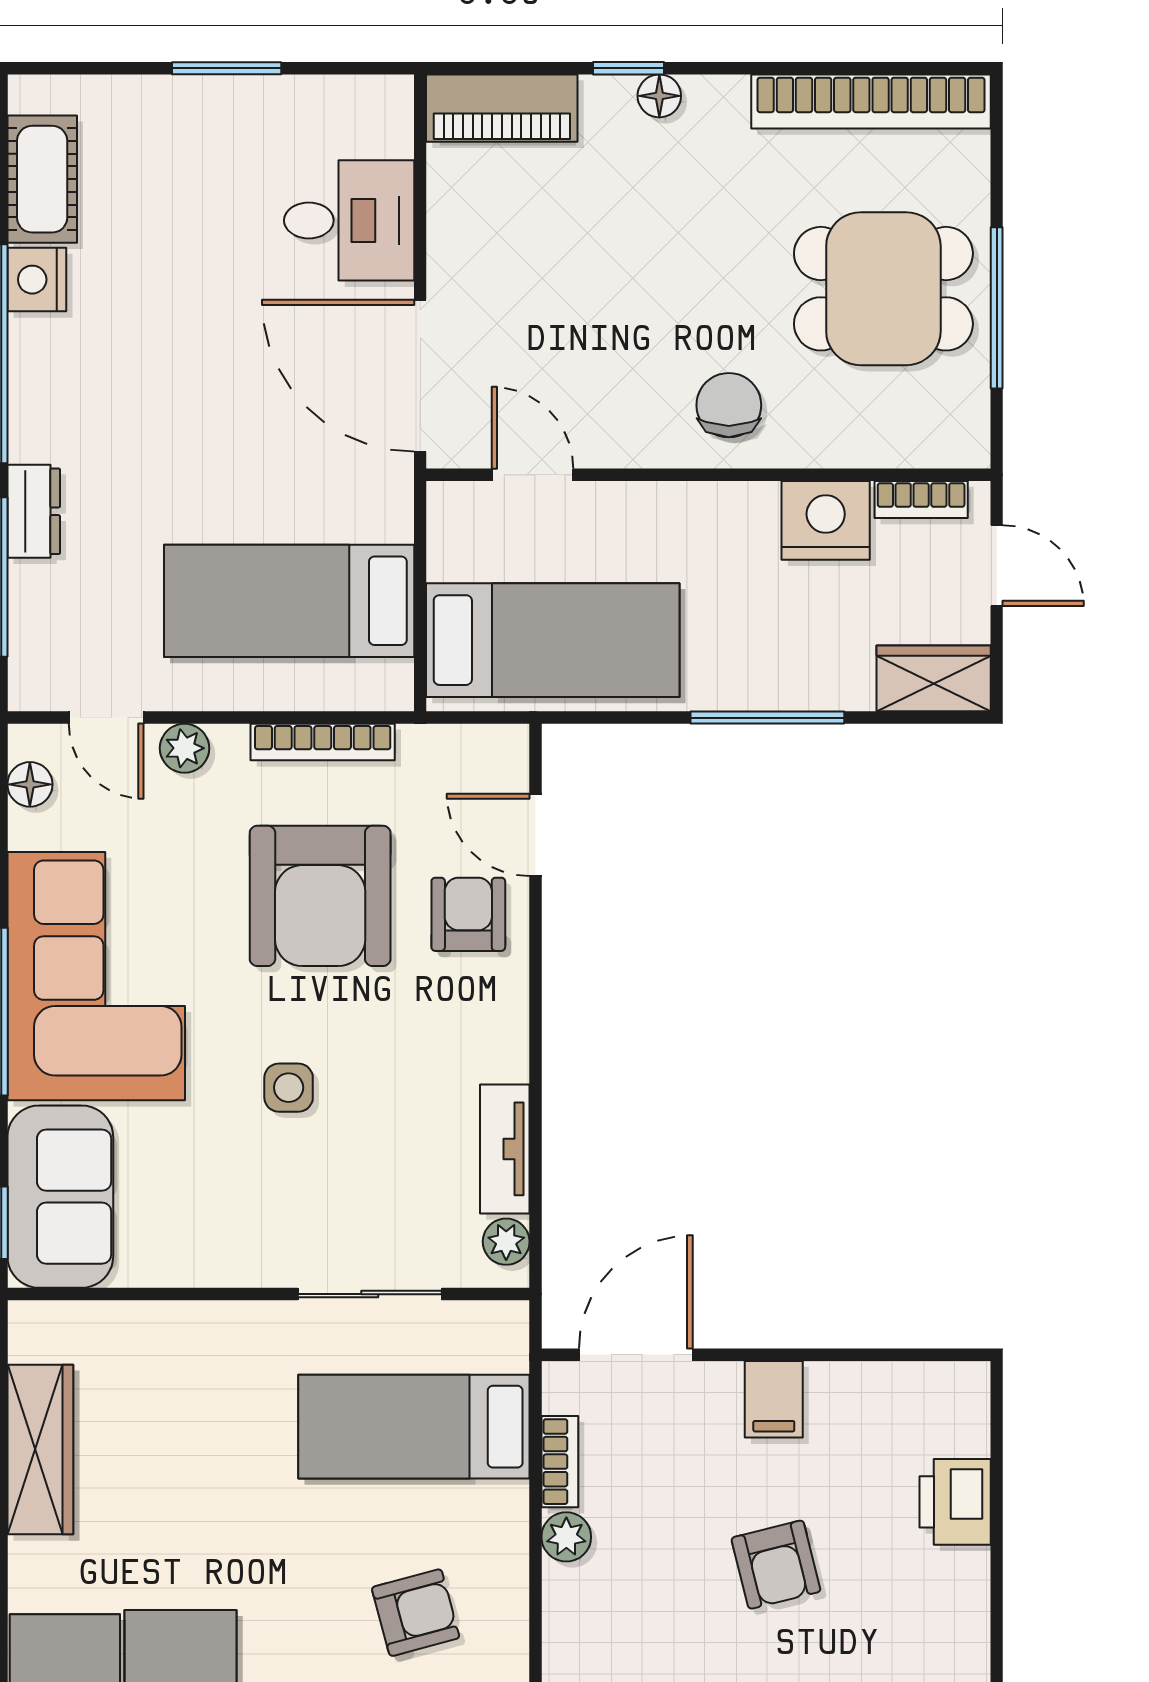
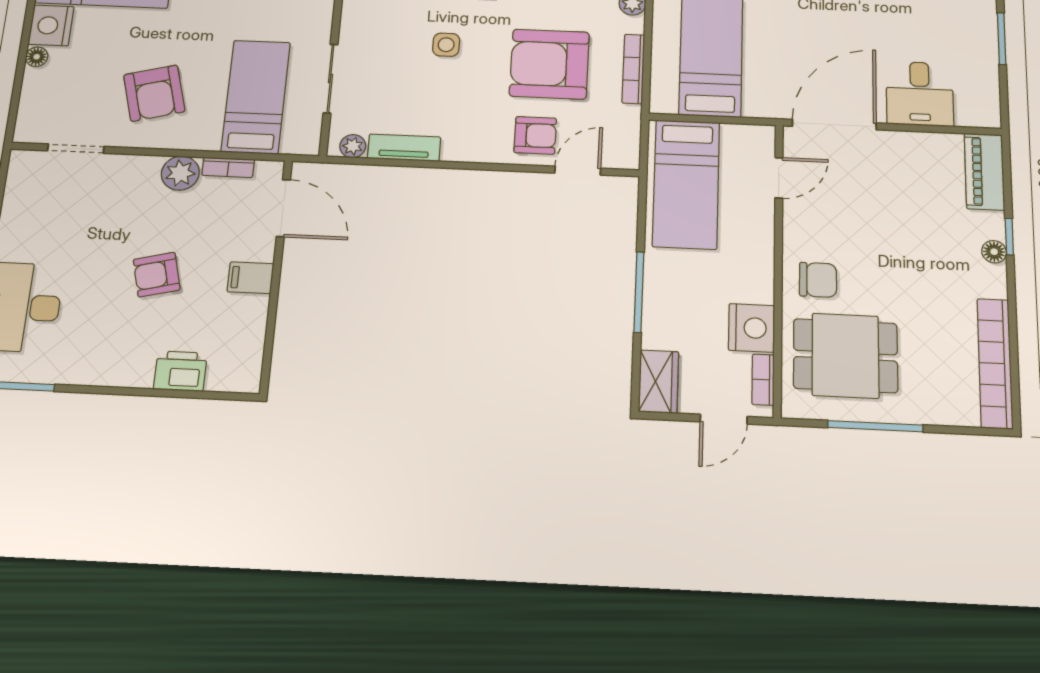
dining table: (883, 289) -> (845, 356), moved, turned 90
plant: (566, 1537) -> (180, 173), width x1.38, depth x1.38
armchair: (416, 1613) -> (154, 93), width x1.38, depth x1.38

